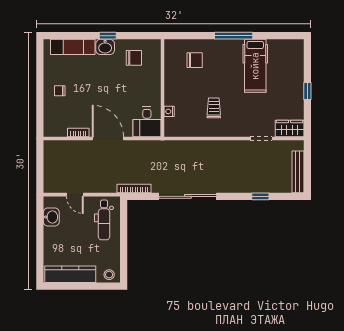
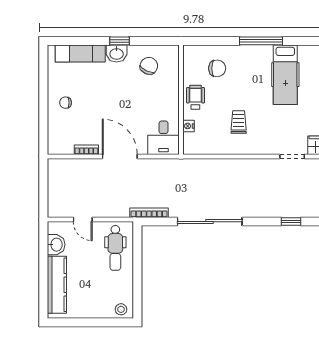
chair: (134, 58) -> (149, 66), turned -65
wheelchair: (175, 86) -> (195, 97), added
kitchen counter: (70, 274) -> (57, 285), moved, turned 90

